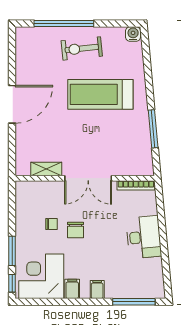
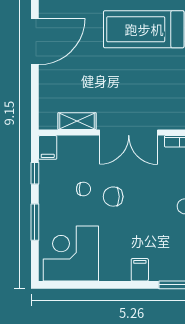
chair: (75, 230) -> (113, 197), turned 90
window: (12, 283) -> (35, 173), moved
filing cabinet: (72, 289) -> (48, 147), moved, turned 180

